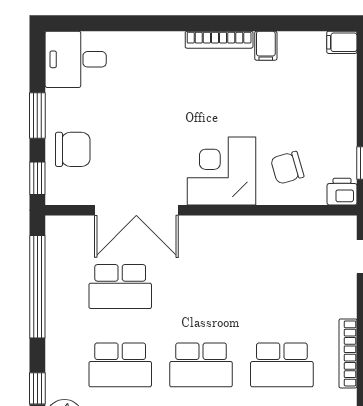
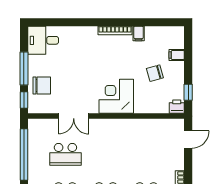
filing cabinet: (342, 42) -> (177, 55), moved
window: (37, 115) -> (24, 68), width x1.44
chair: (287, 168) -> (155, 73), moved
double door: (136, 210) -> (74, 116), width x0.73

